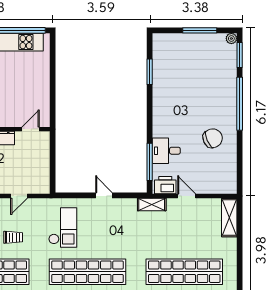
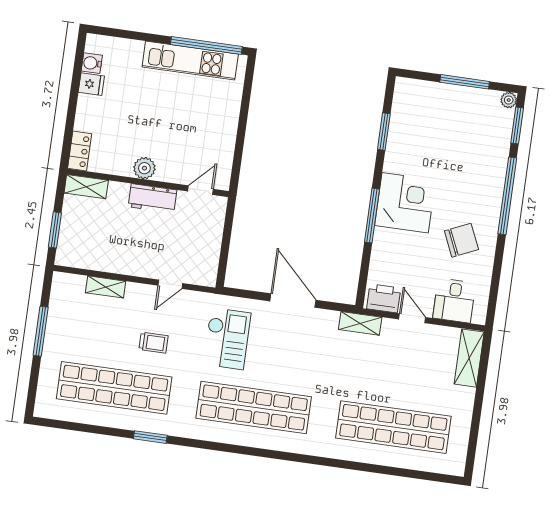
corner desk: (171, 118) -> (405, 203), added
desk: (166, 151) -> (454, 301), moved, turned -90
window: (150, 162) -> (372, 216), moved
door: (104, 195) -> (293, 301), width x1.88

